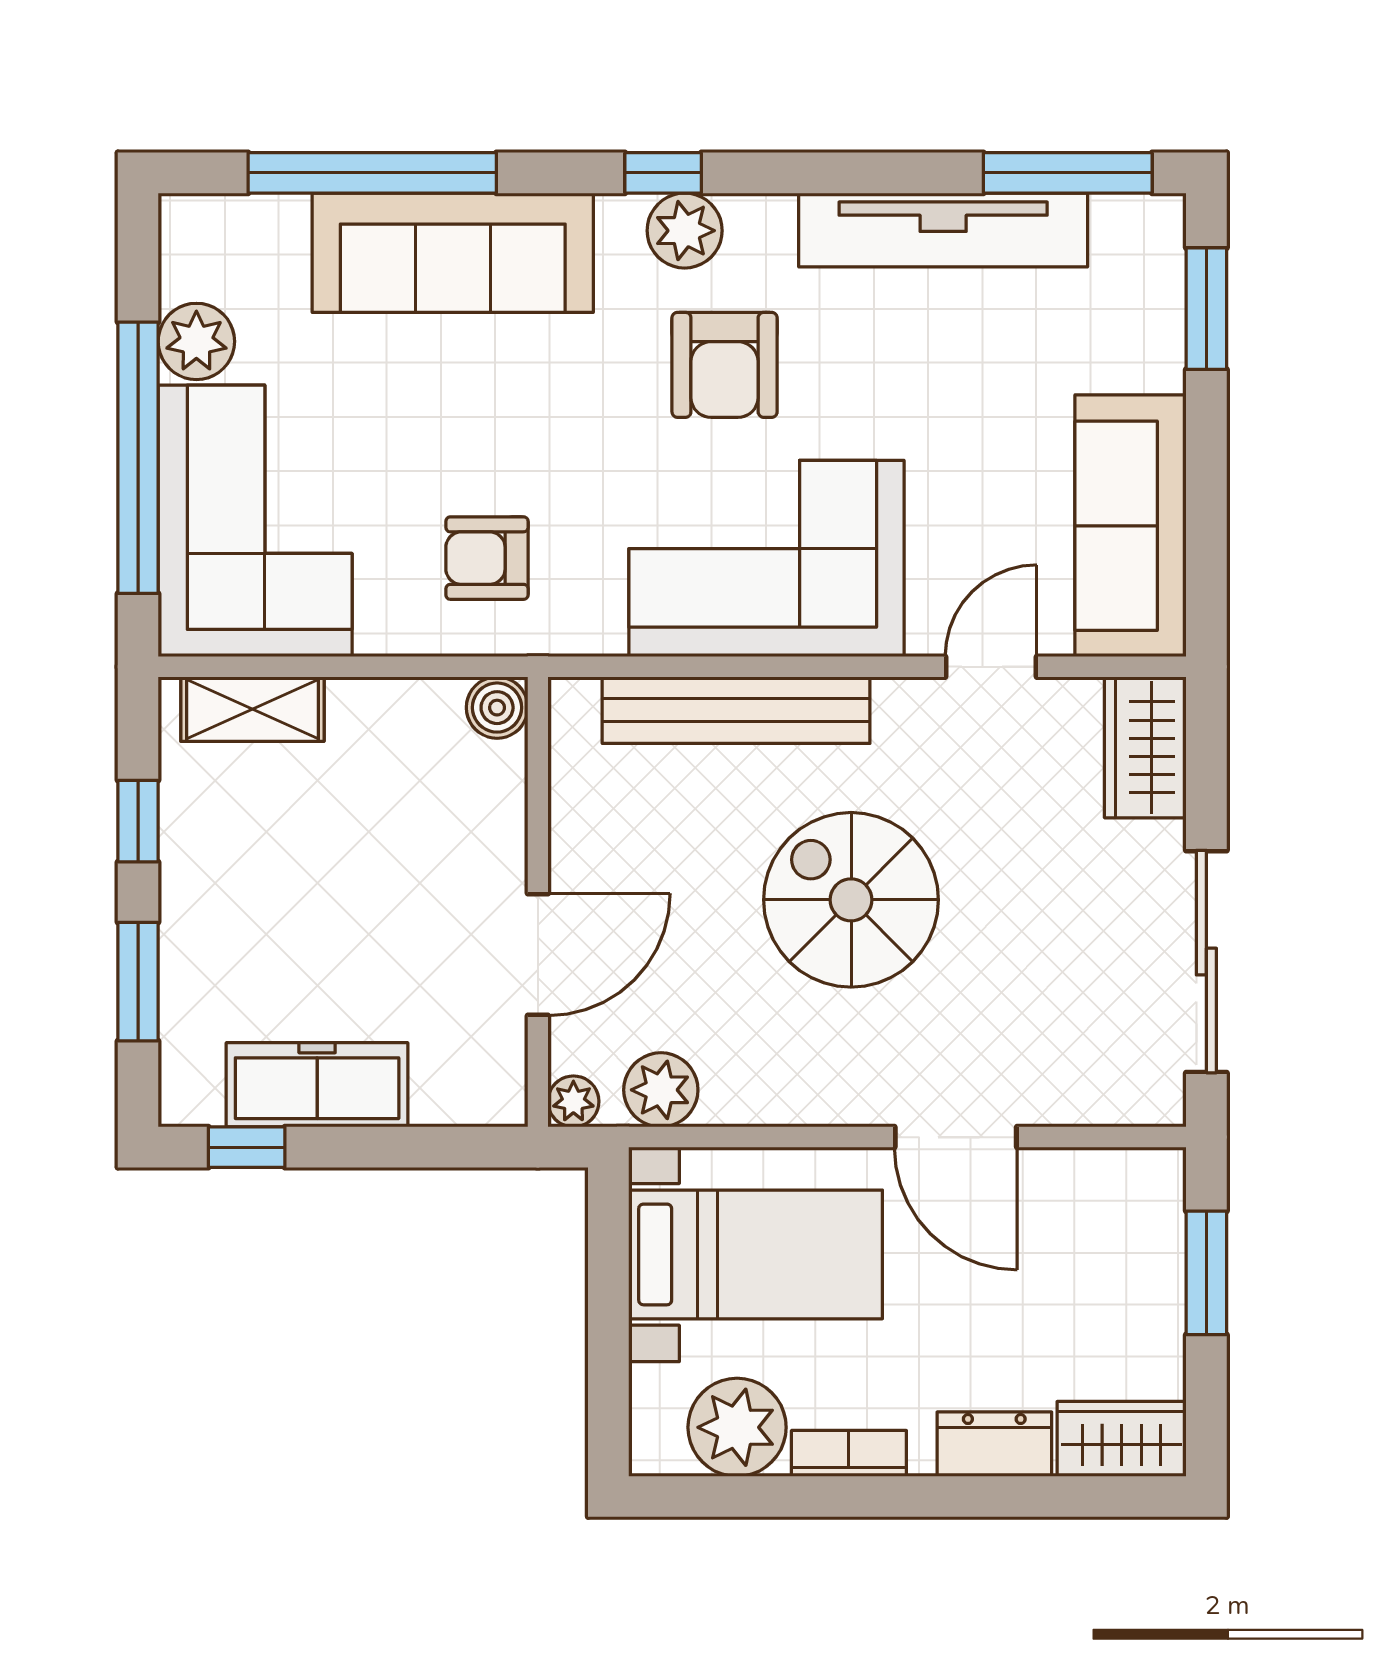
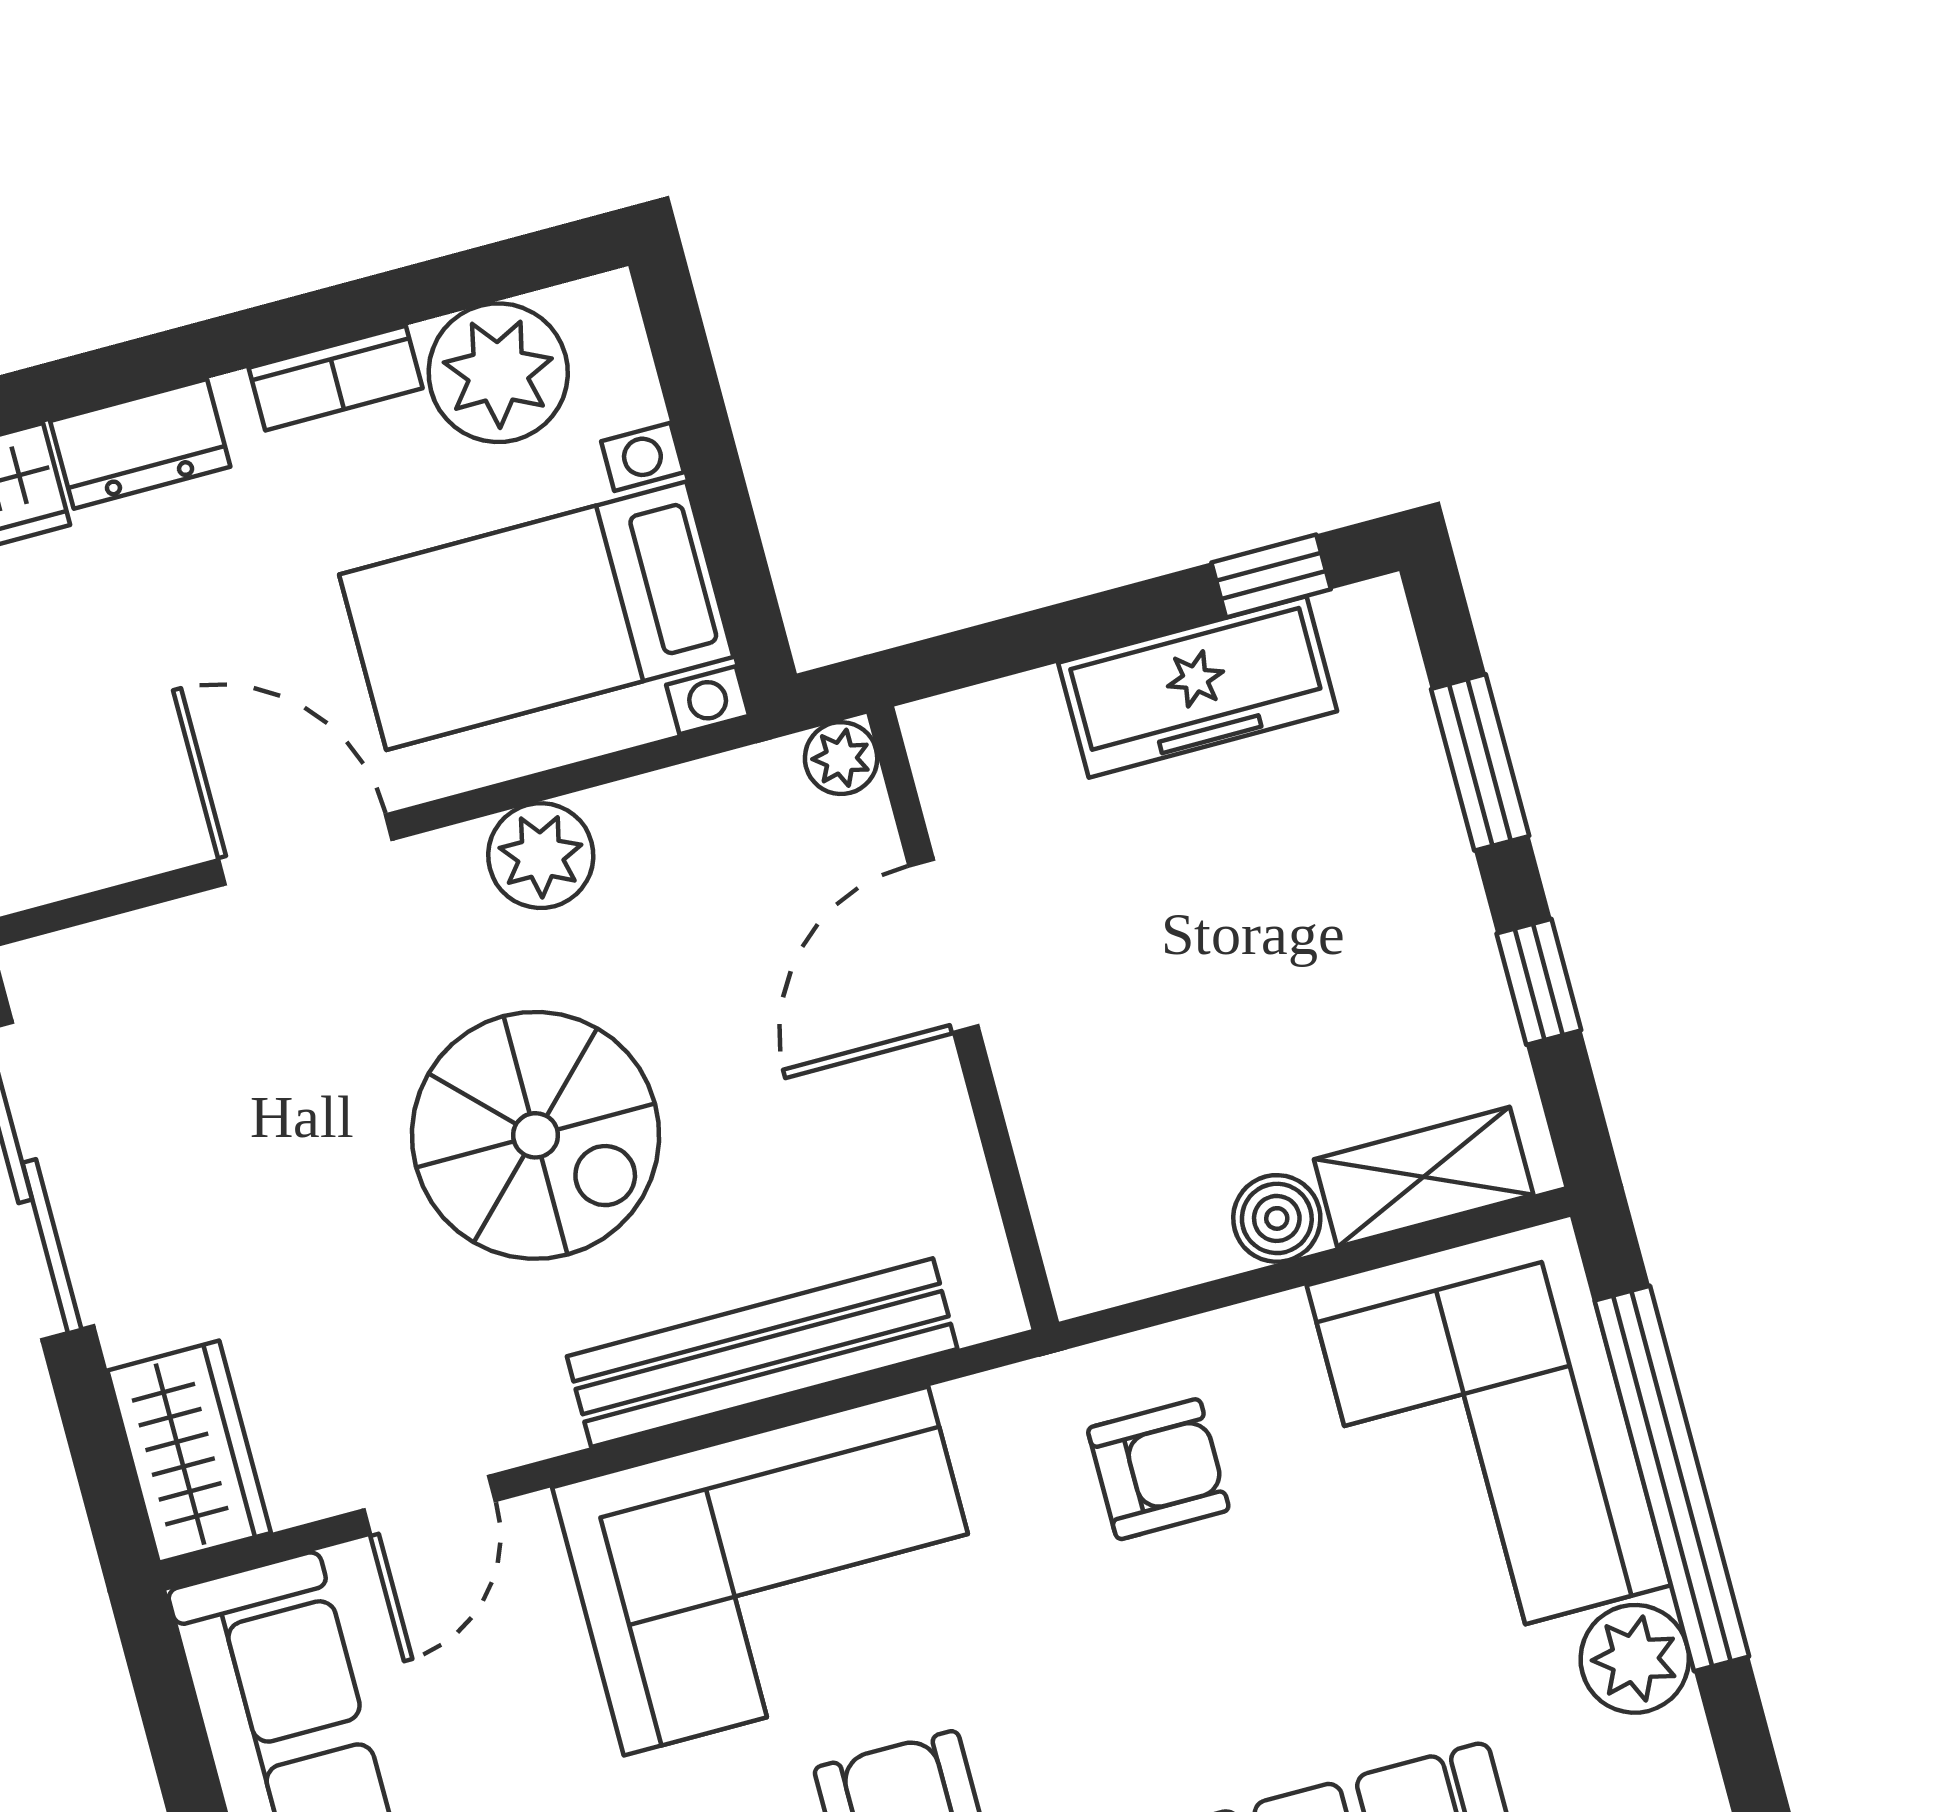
boiler: (497, 708) -> (1277, 1218), moved
plant: (661, 1090) -> (541, 856), moved

